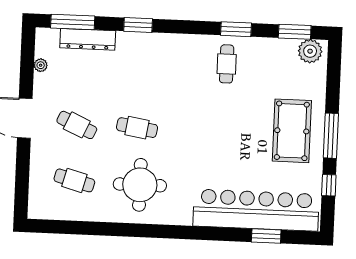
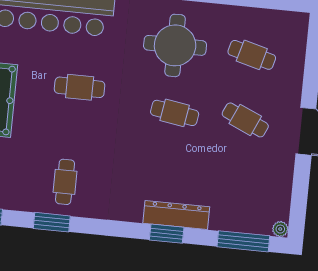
dresser: (88, 39) -> (176, 215), moved
plant: (41, 65) -> (280, 229), moved
cafe table: (219, 145) -> (80, 87), added

